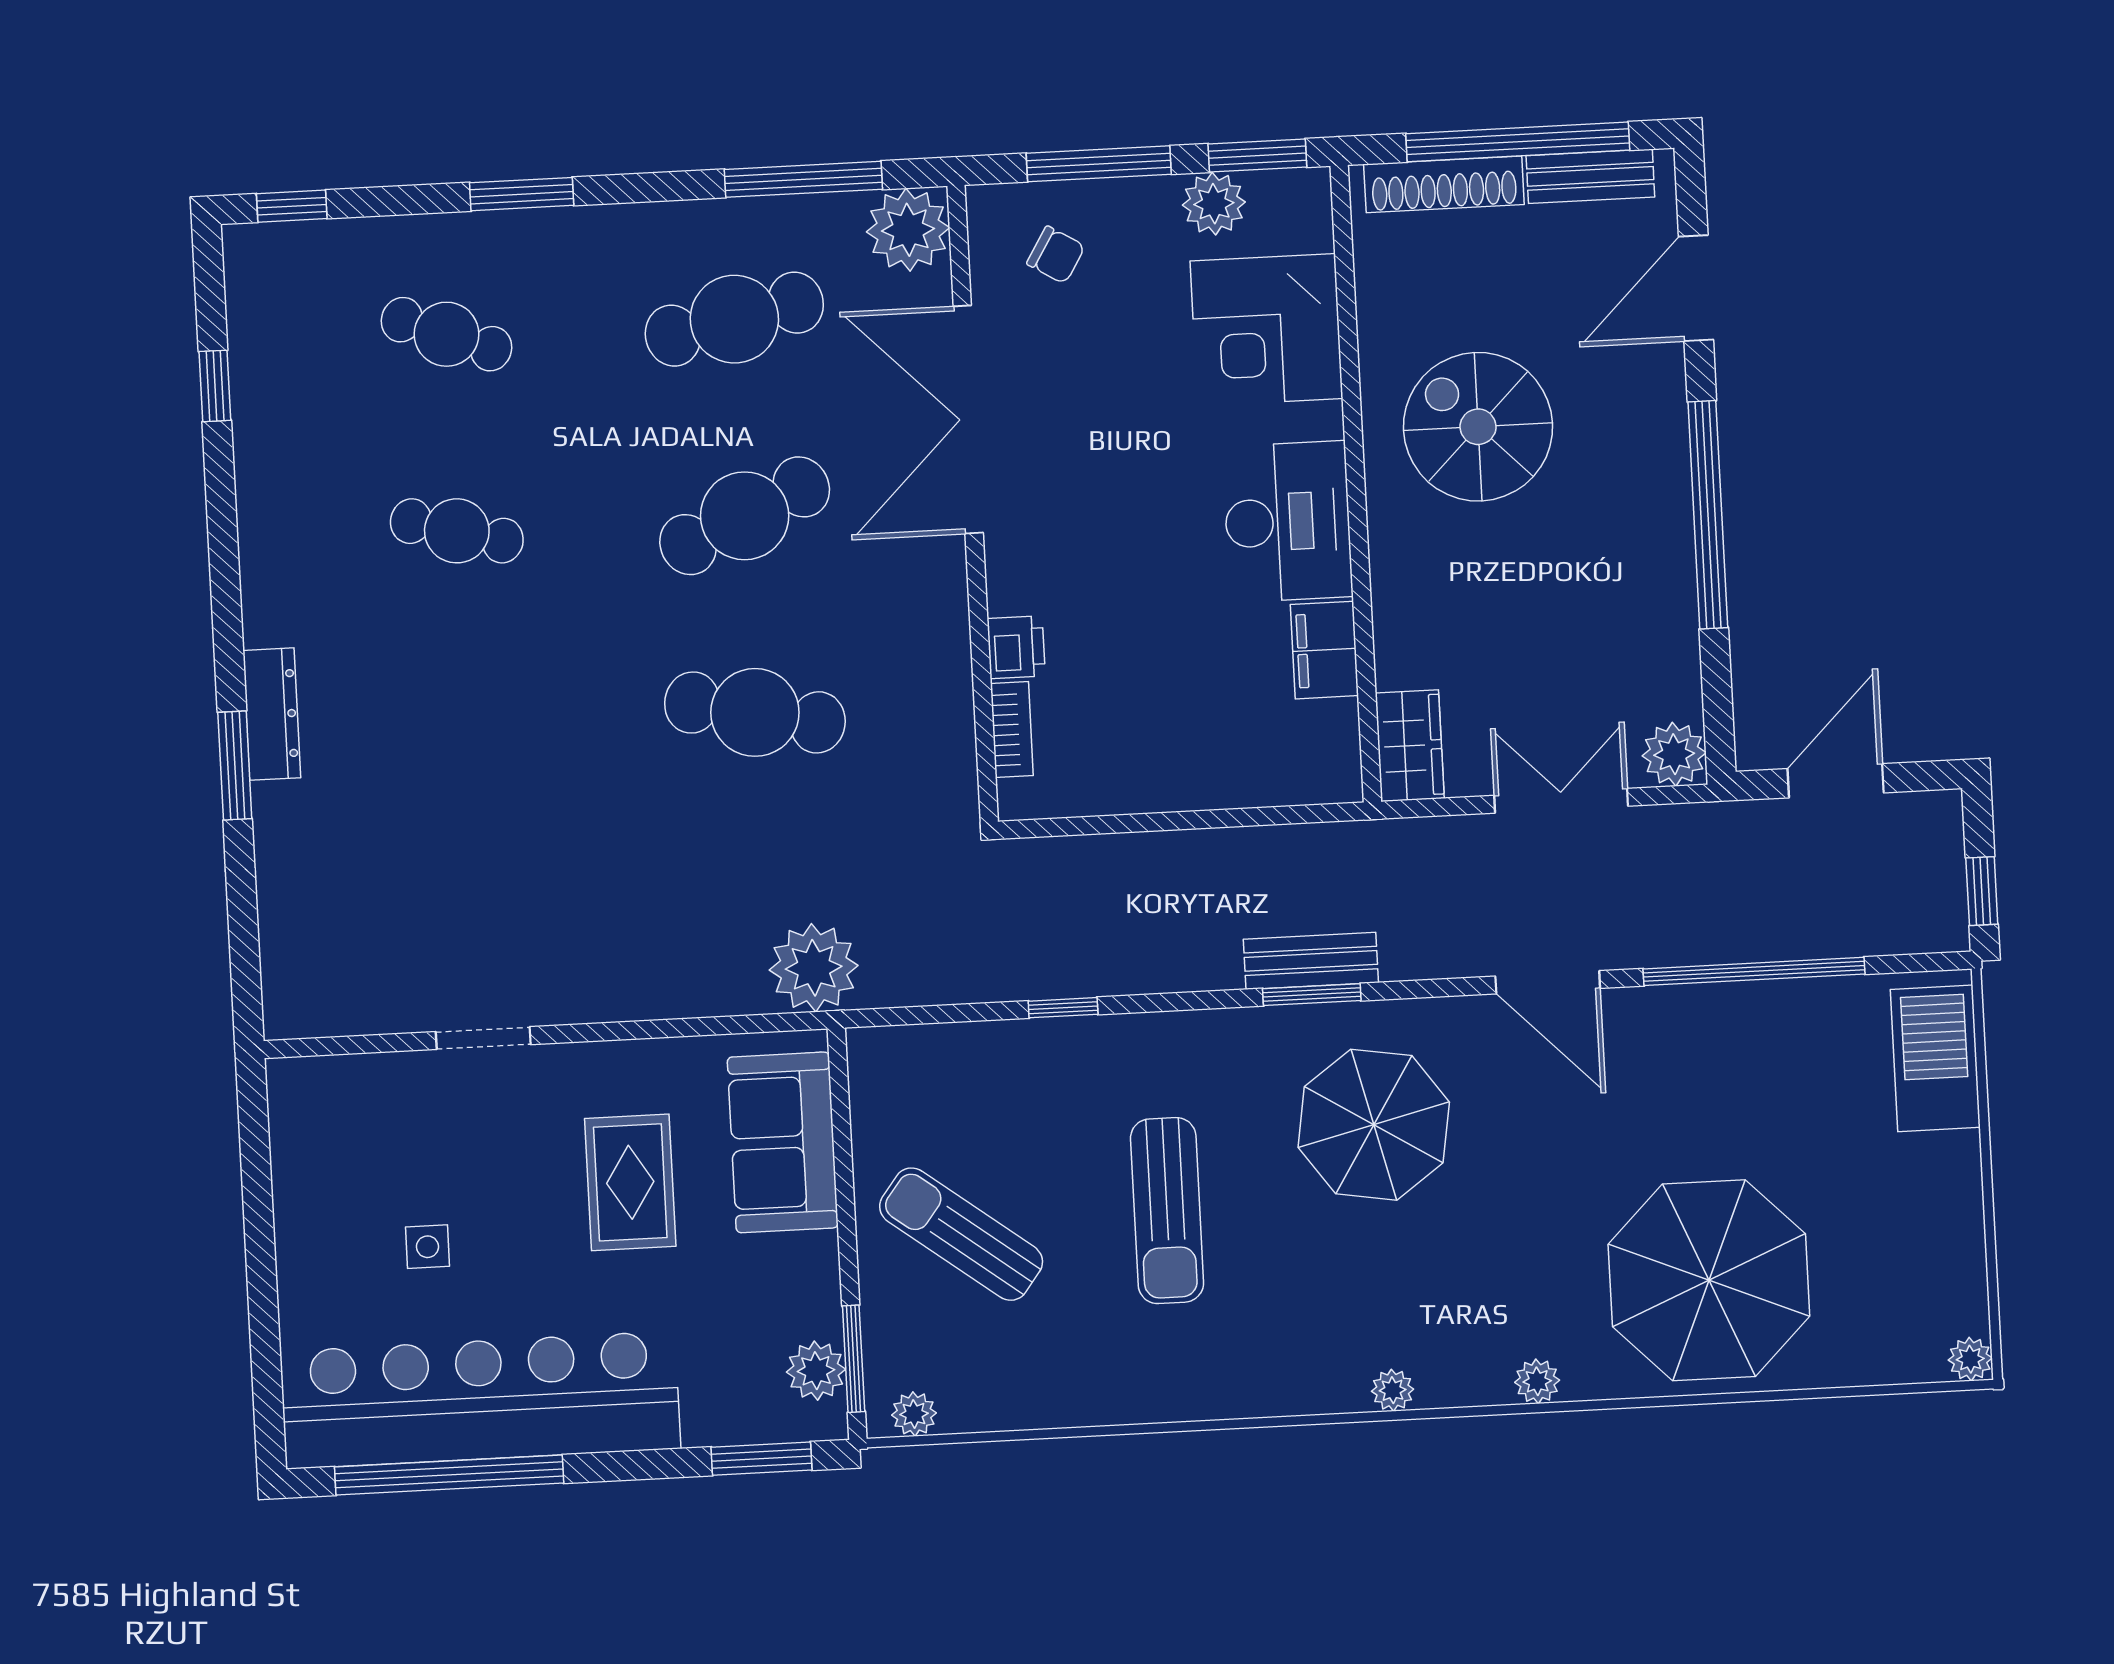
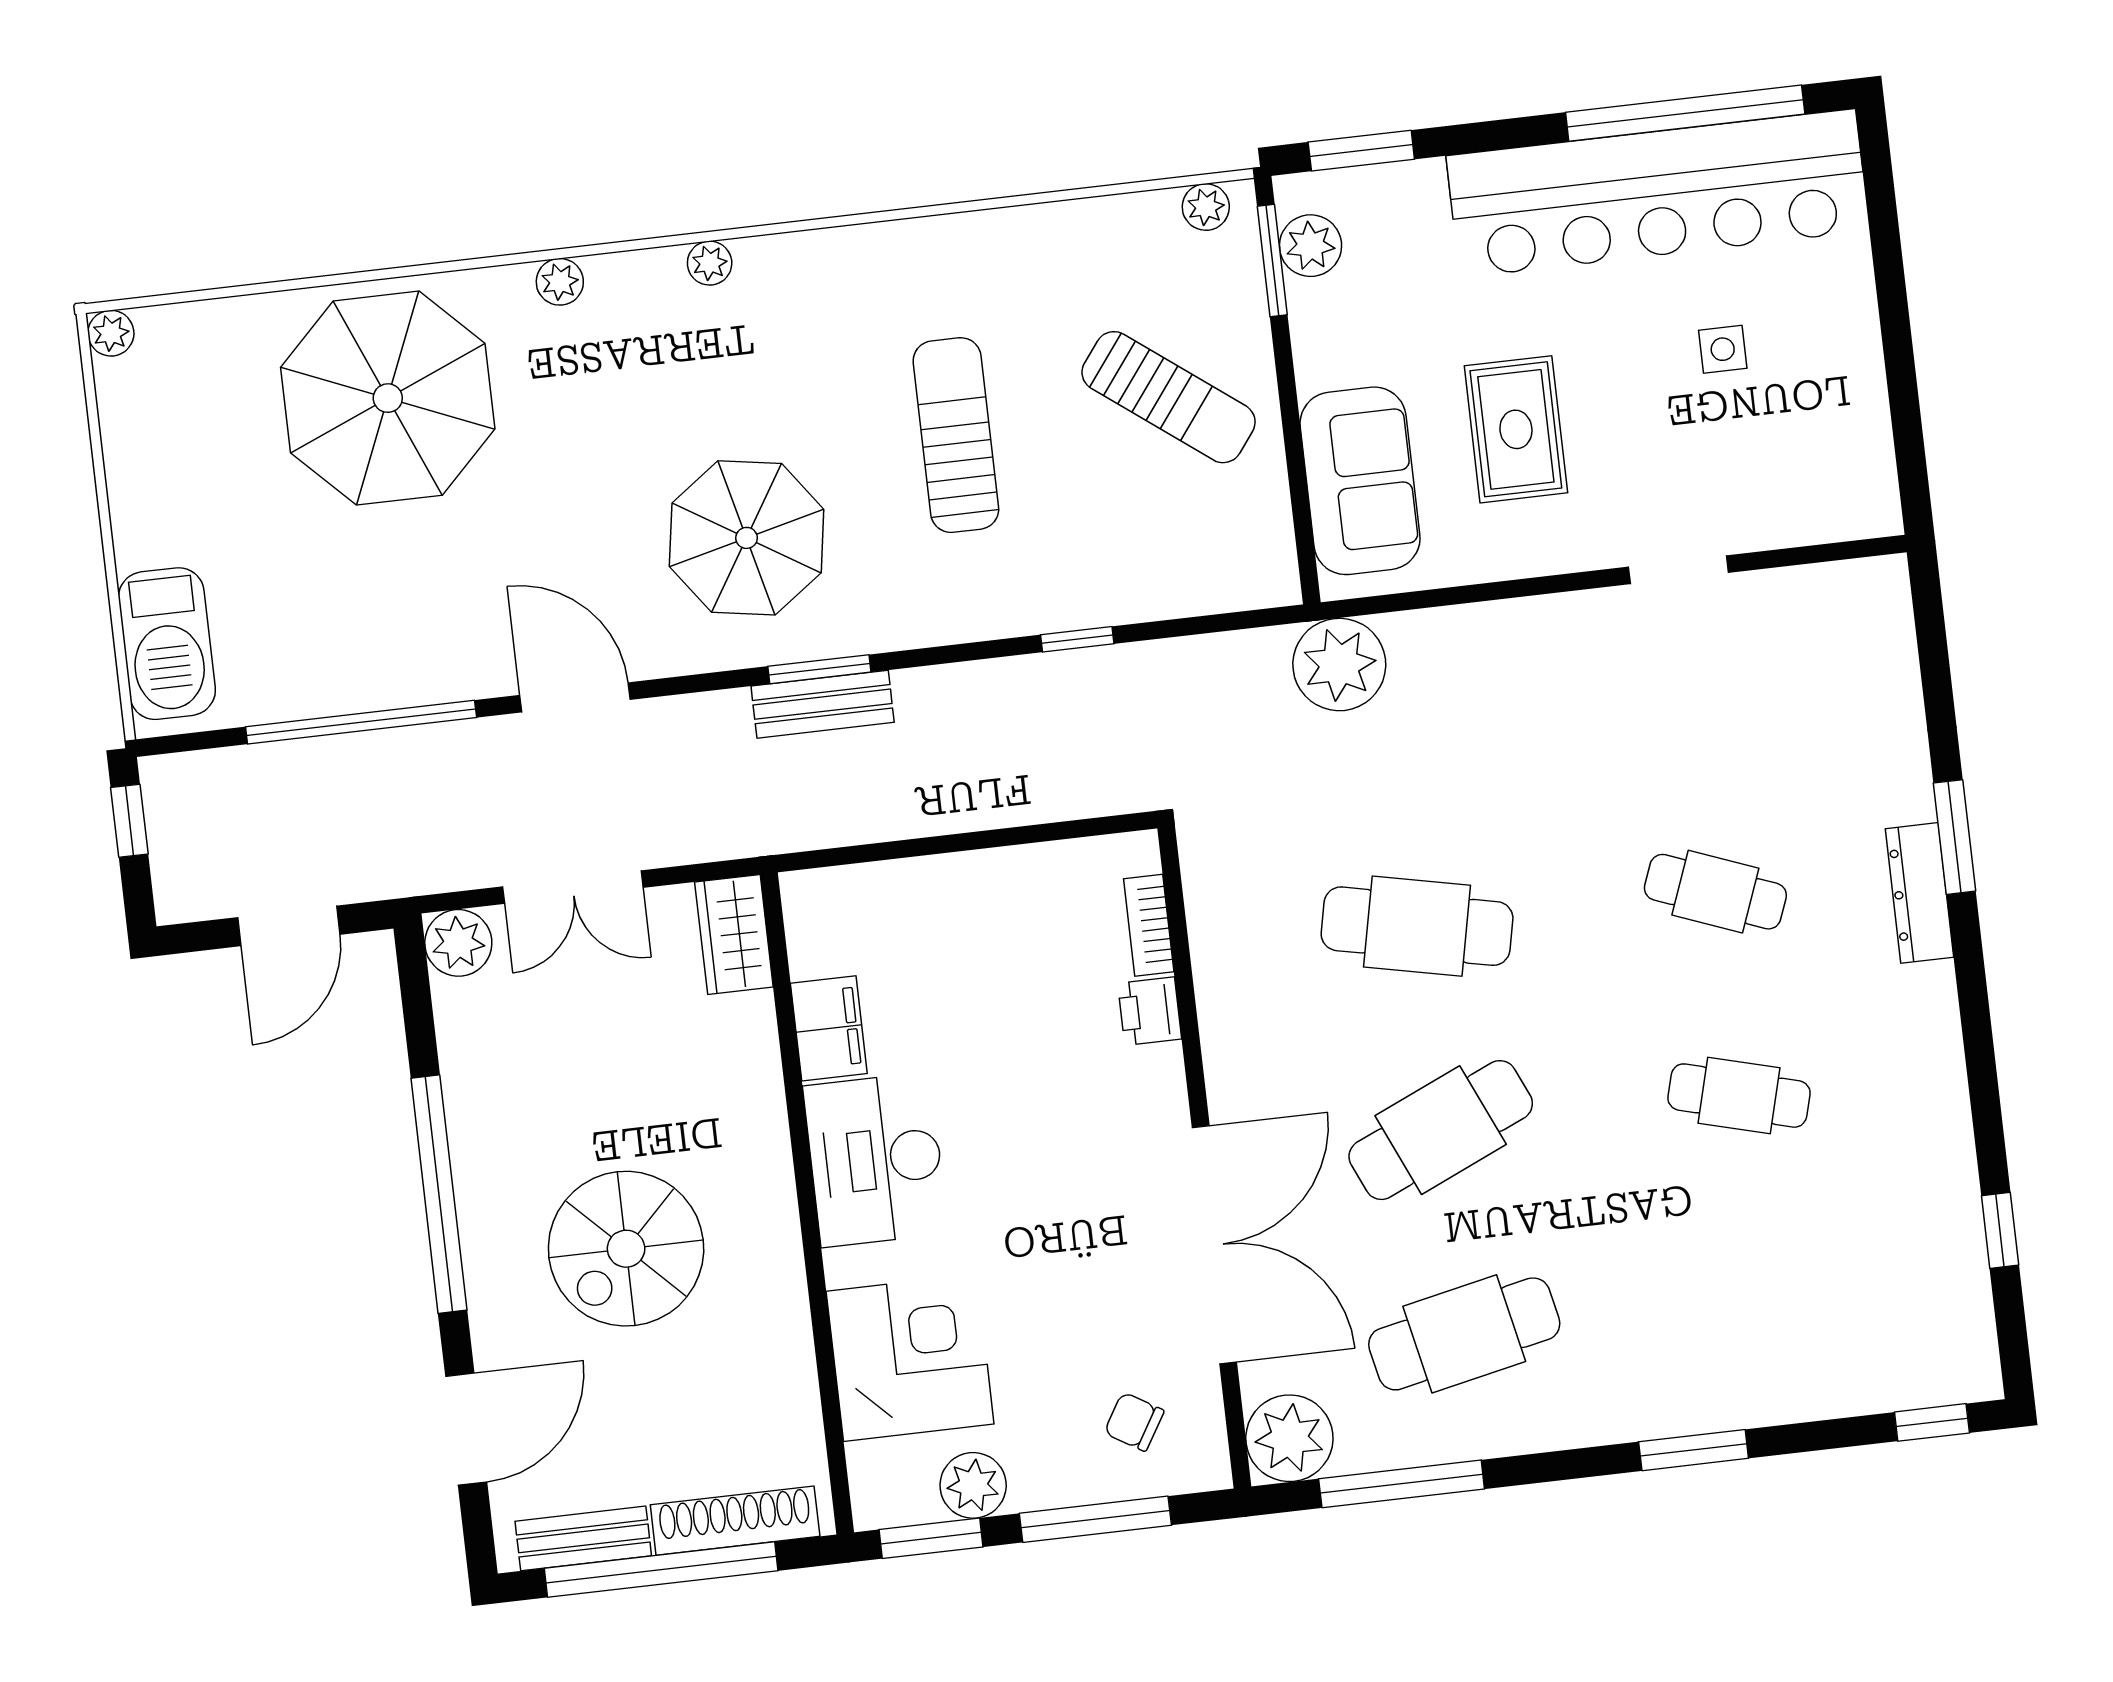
cafe table: (447, 334) -> (1715, 892), moved
spiral stairs: (1478, 427) -> (626, 1249), moved, turned 90

